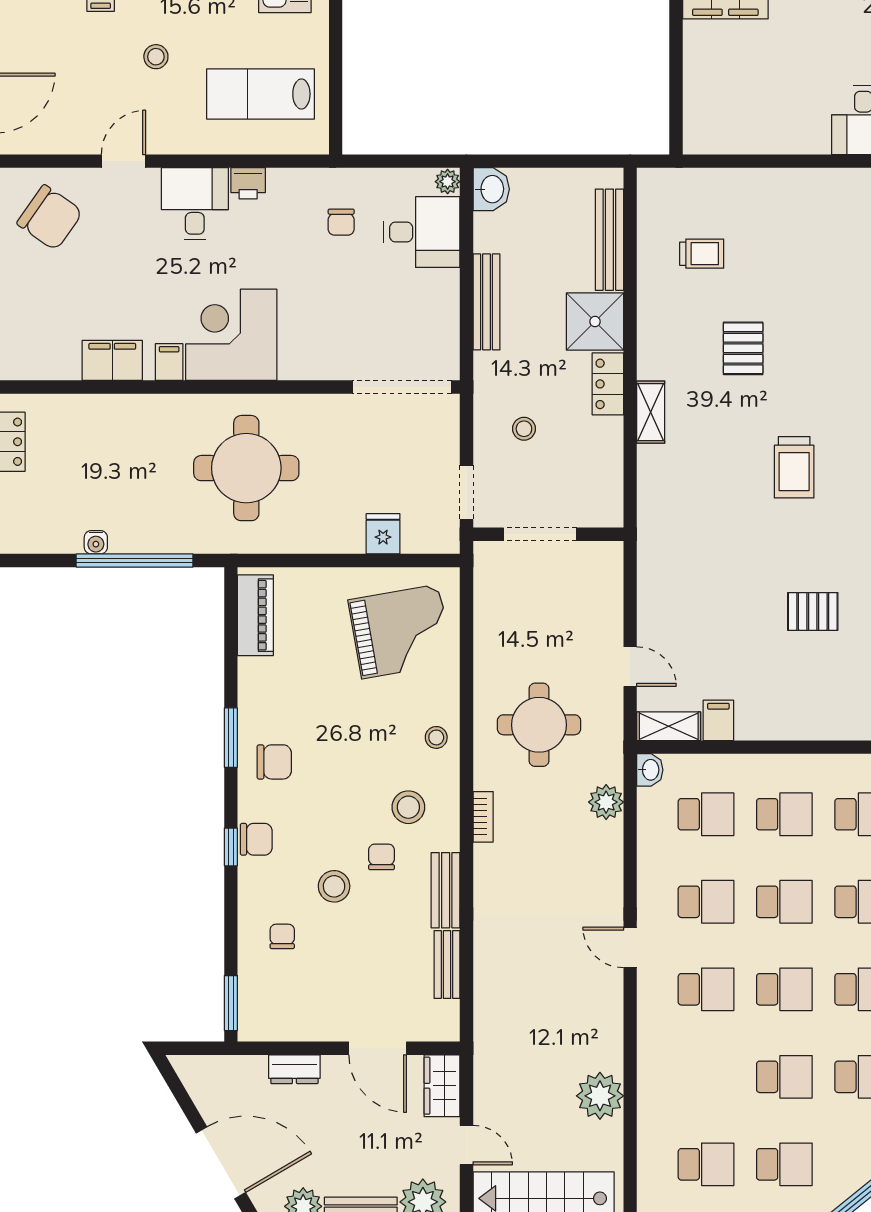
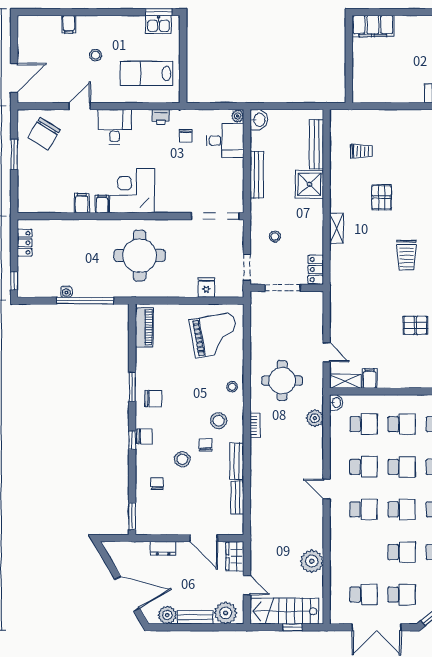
printer: (248, 183) -> (161, 117), moved
chair: (50, 218) -> (44, 134), turned 87
filing cabinet: (112, 360) -> (82, 203), width x0.50
locker: (608, 384) -> (316, 269), moved

